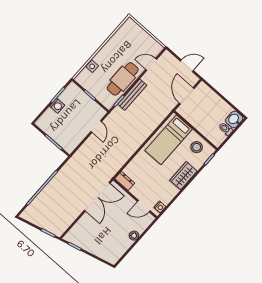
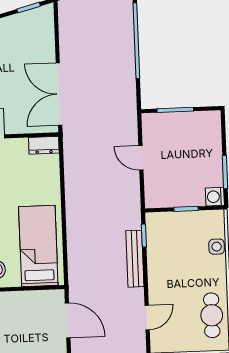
cafe table: (123, 79) -> (212, 315), moved, width x0.73, depth x0.74
washing machine: (57, 106) -> (215, 197), moved
door: (96, 126) -> (141, 158), moved

